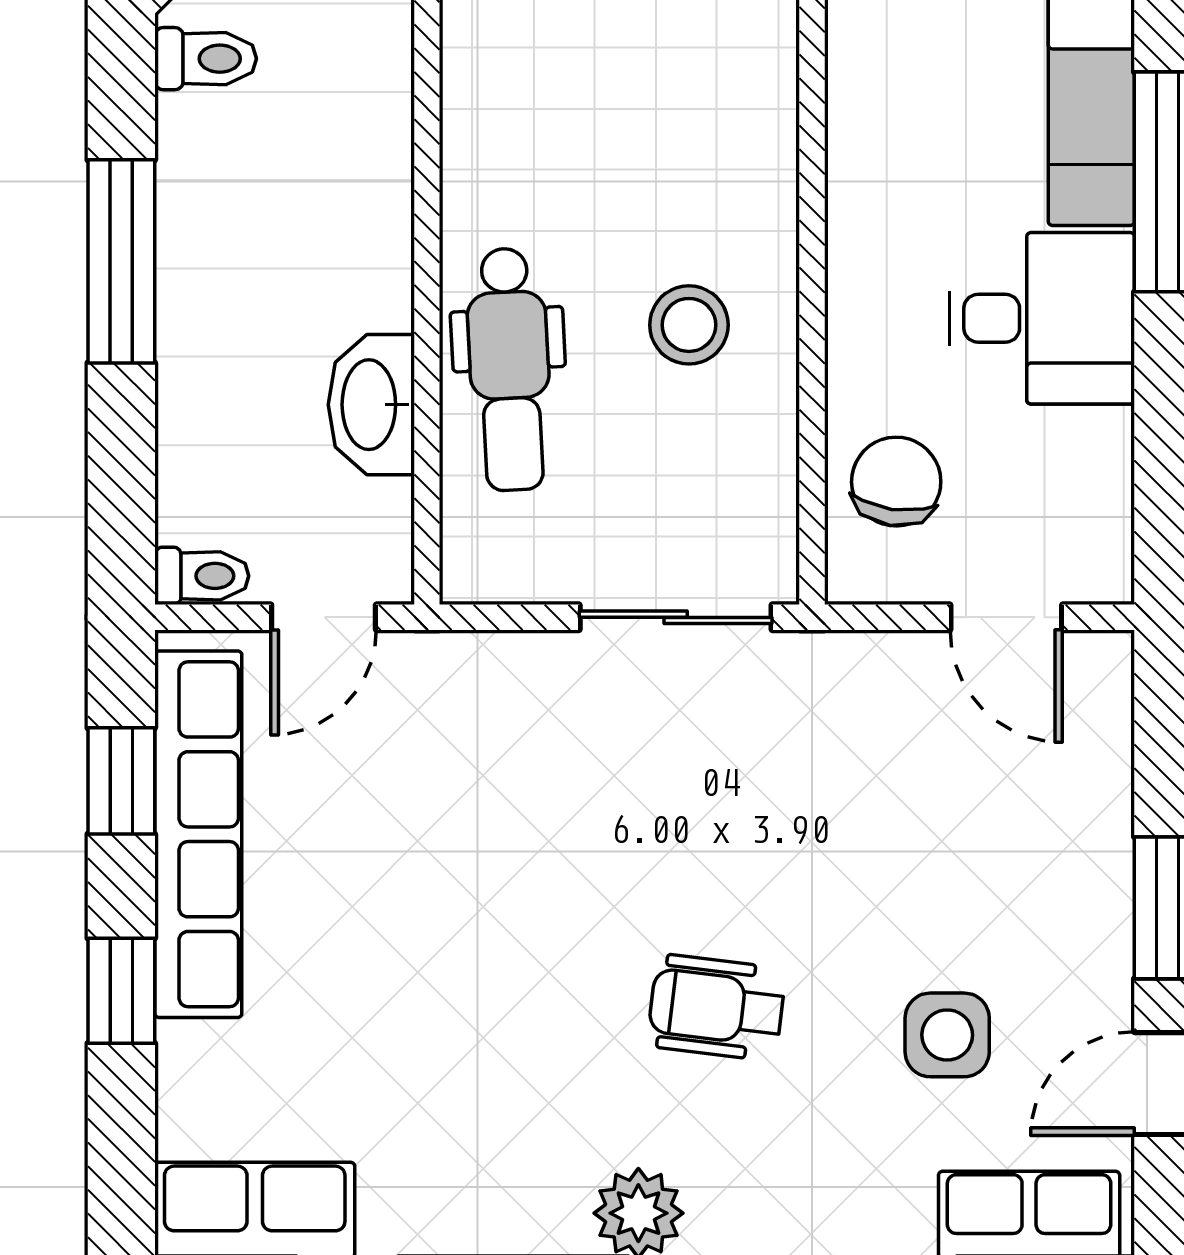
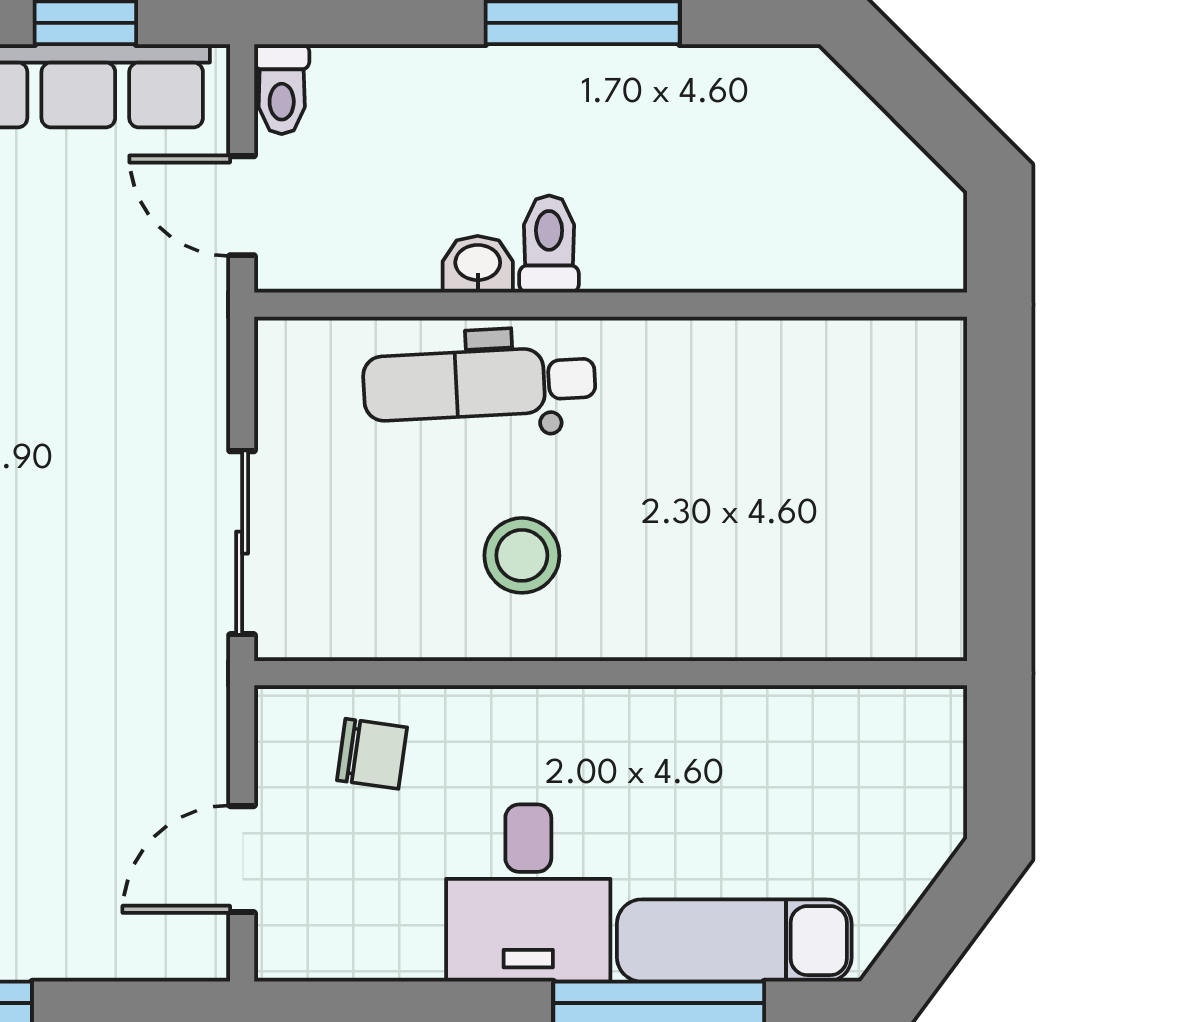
toilet: (206, 59) -> (549, 244), moved, turned 180
washbasin: (371, 405) -> (478, 264), width x0.52, depth x0.69
chair: (896, 482) -> (372, 754), width x0.73, depth x0.73

